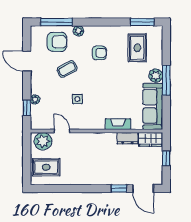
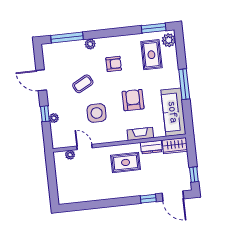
armchair: (57, 42) -> (133, 100), moved, turned -90
plant: (156, 76) -> (169, 40), moved
side table: (77, 99) -> (97, 113), width x1.87, depth x1.87
window: (27, 108) -> (45, 114), moved
plant: (43, 141) -> (70, 155), width x0.53, depth x0.53
window: (166, 158) -> (194, 174), moved
rug: (46, 167) -> (126, 162), moved

